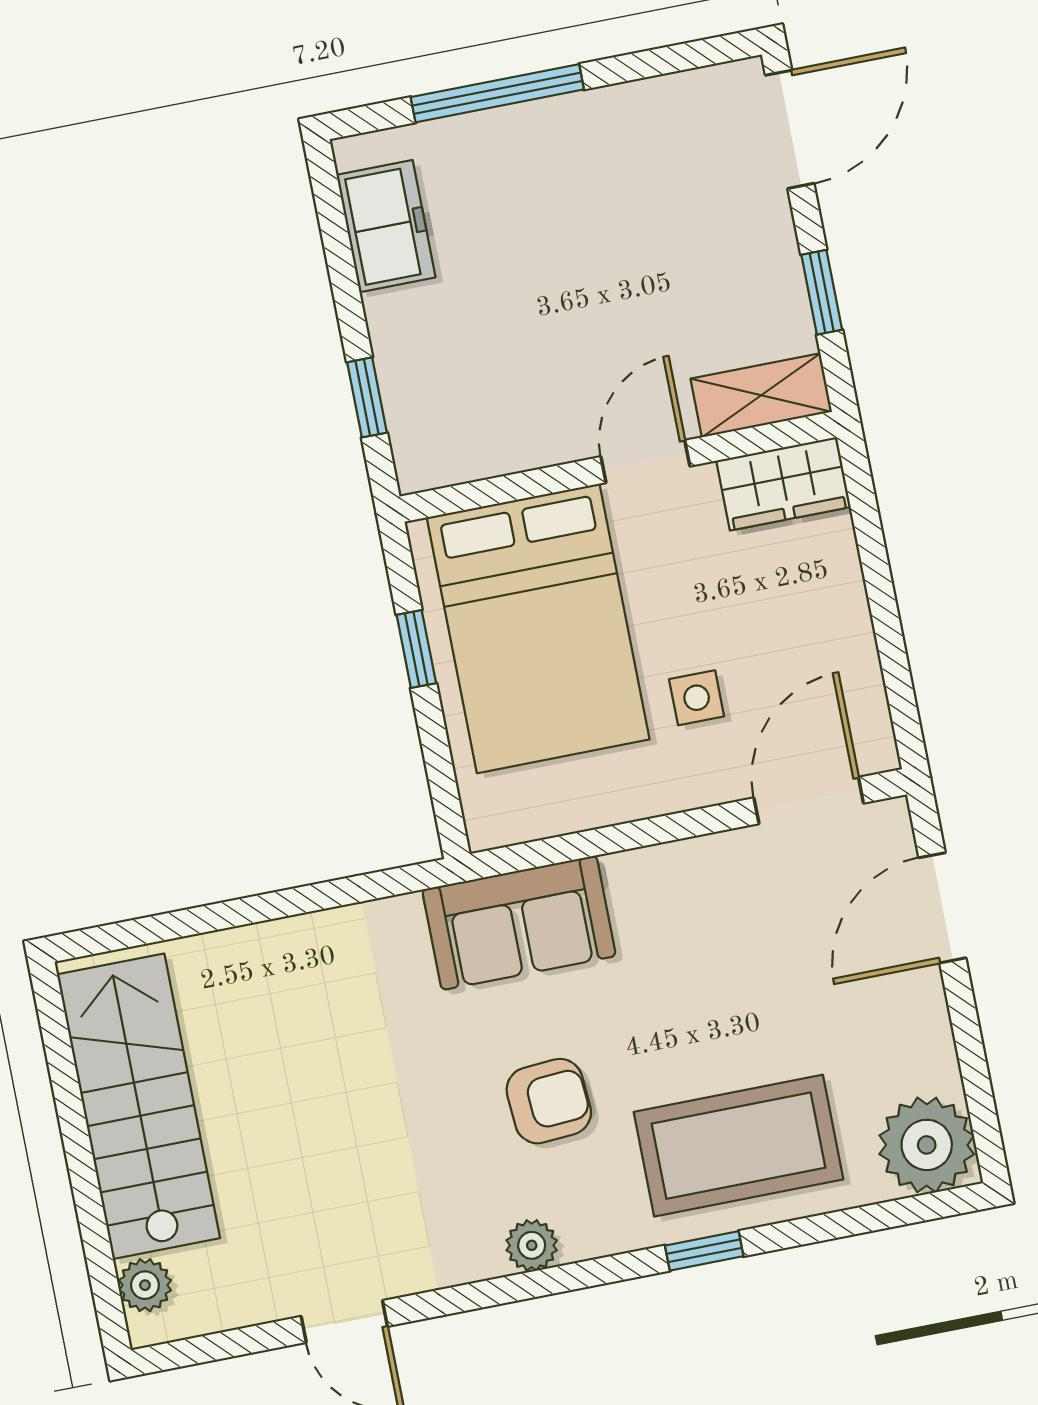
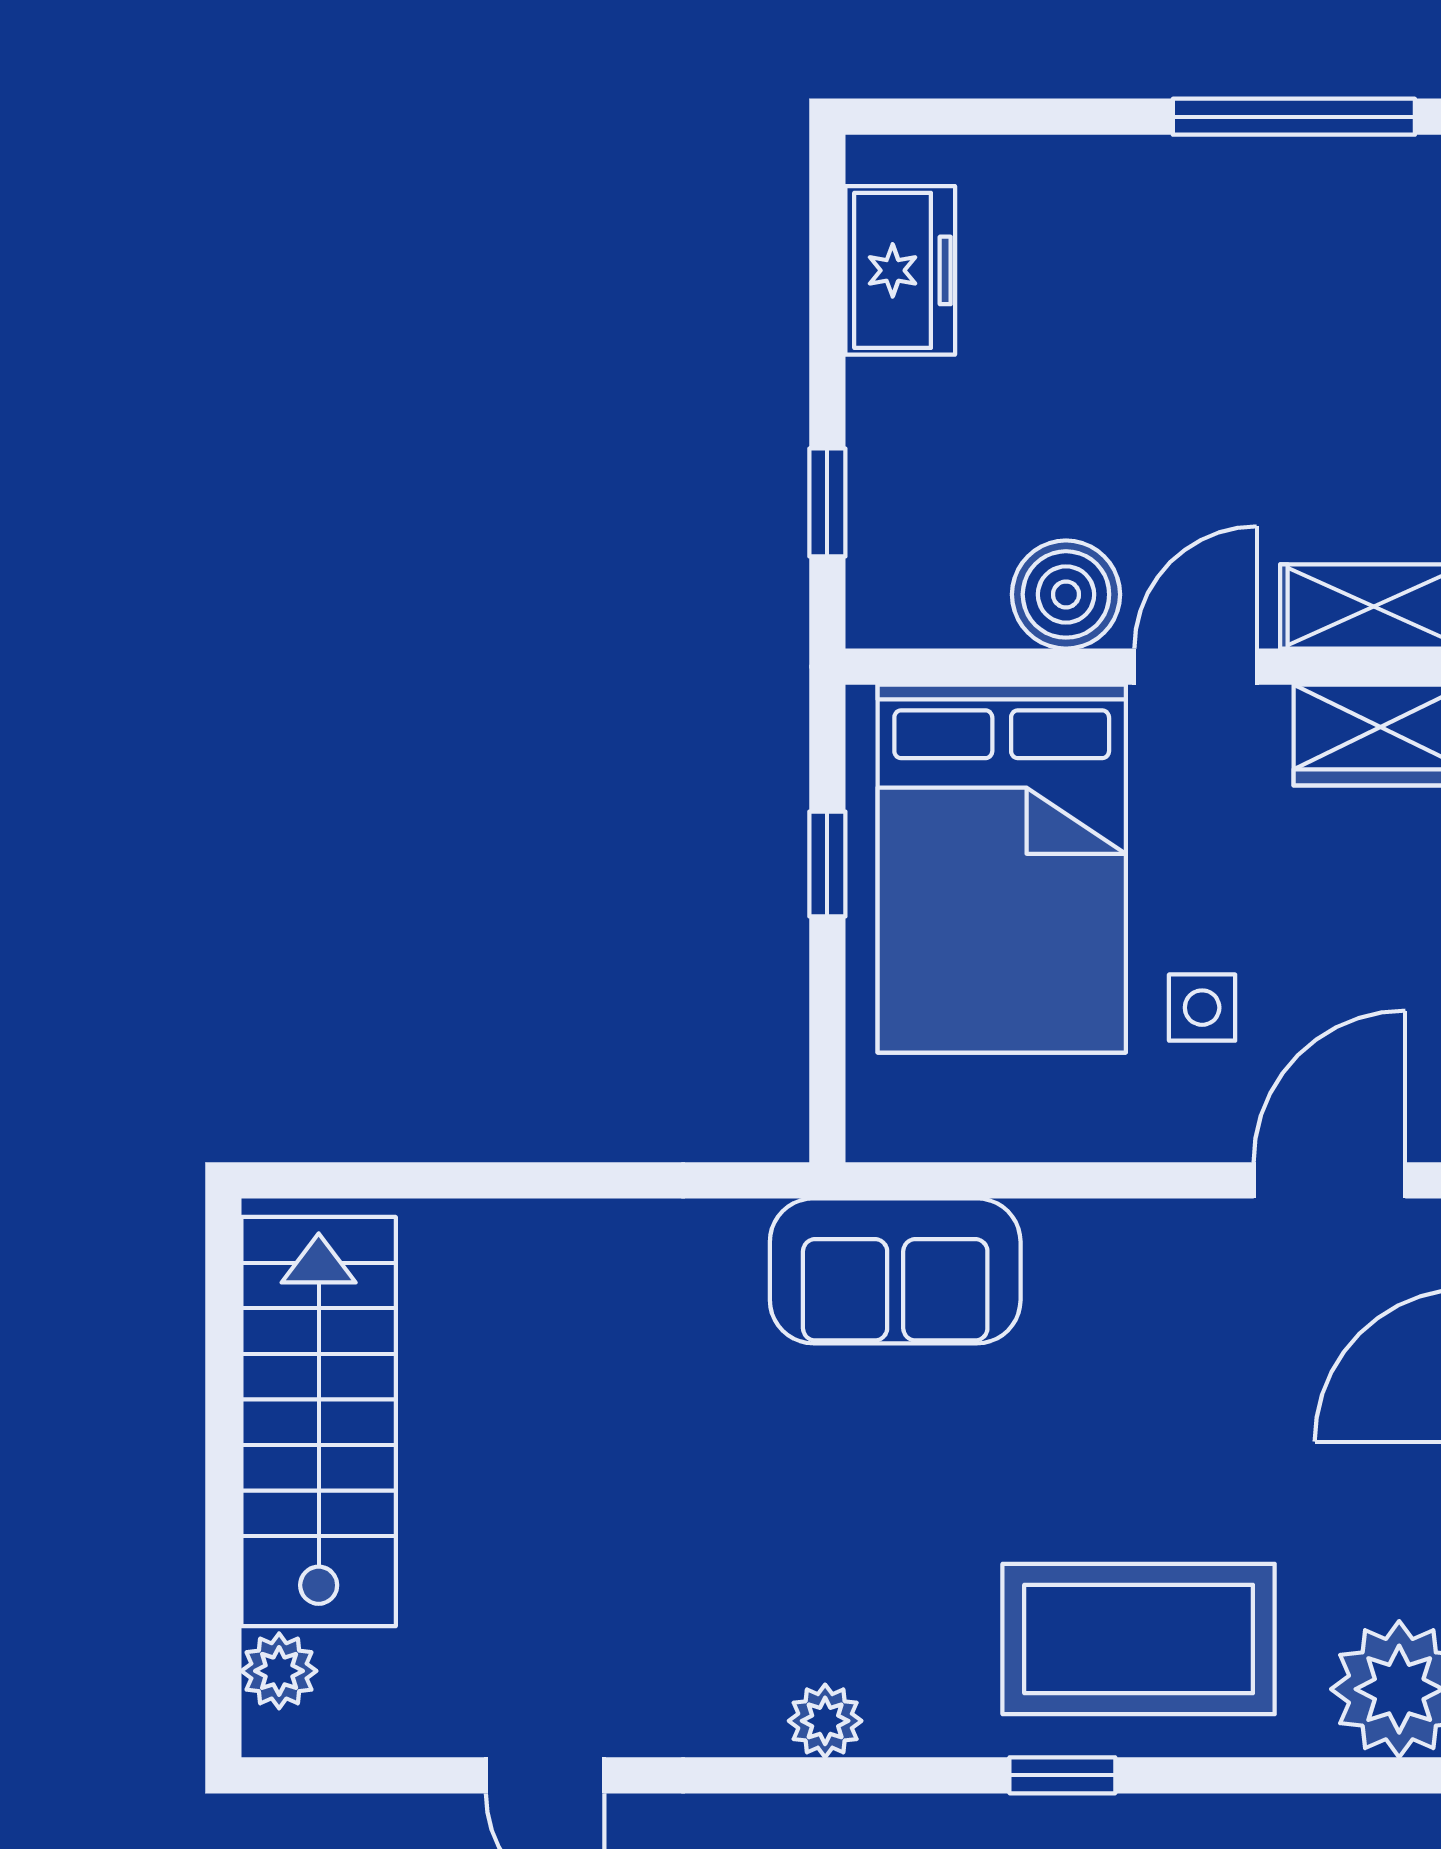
window: (497, 93) -> (1294, 117), moved
boiler: (546, 429) -> (1066, 594), added
armchair: (549, 1101) -> (888, 1526), removed

